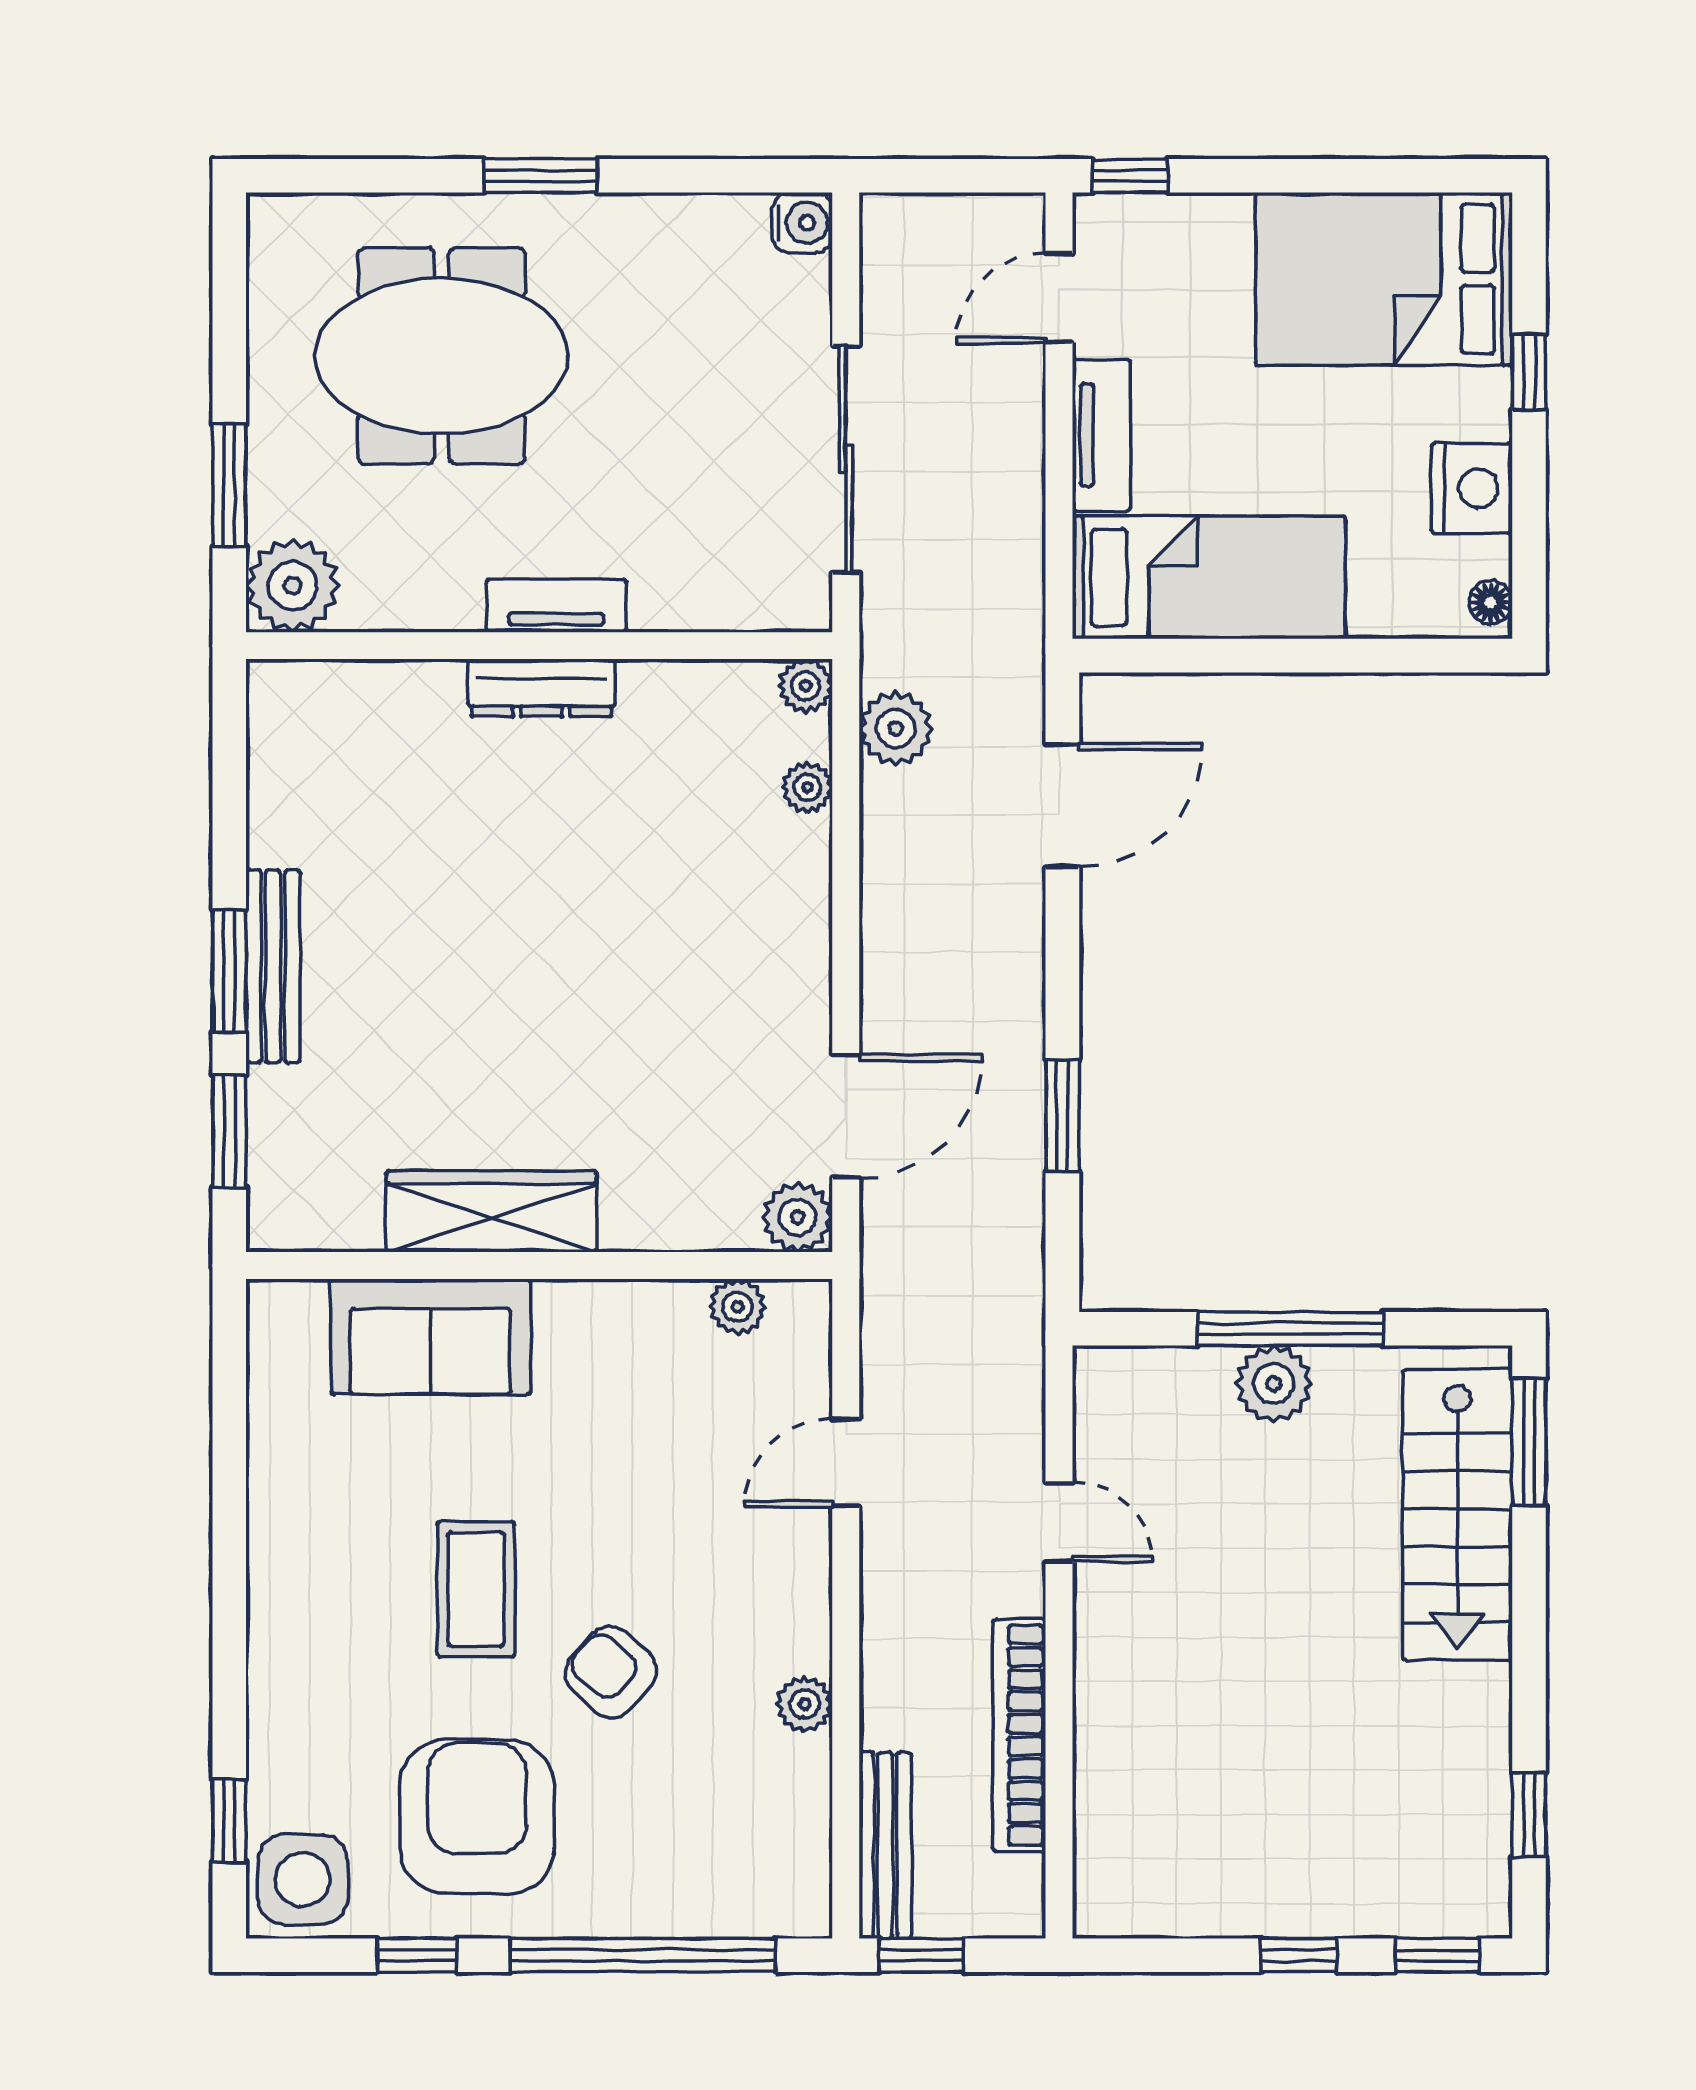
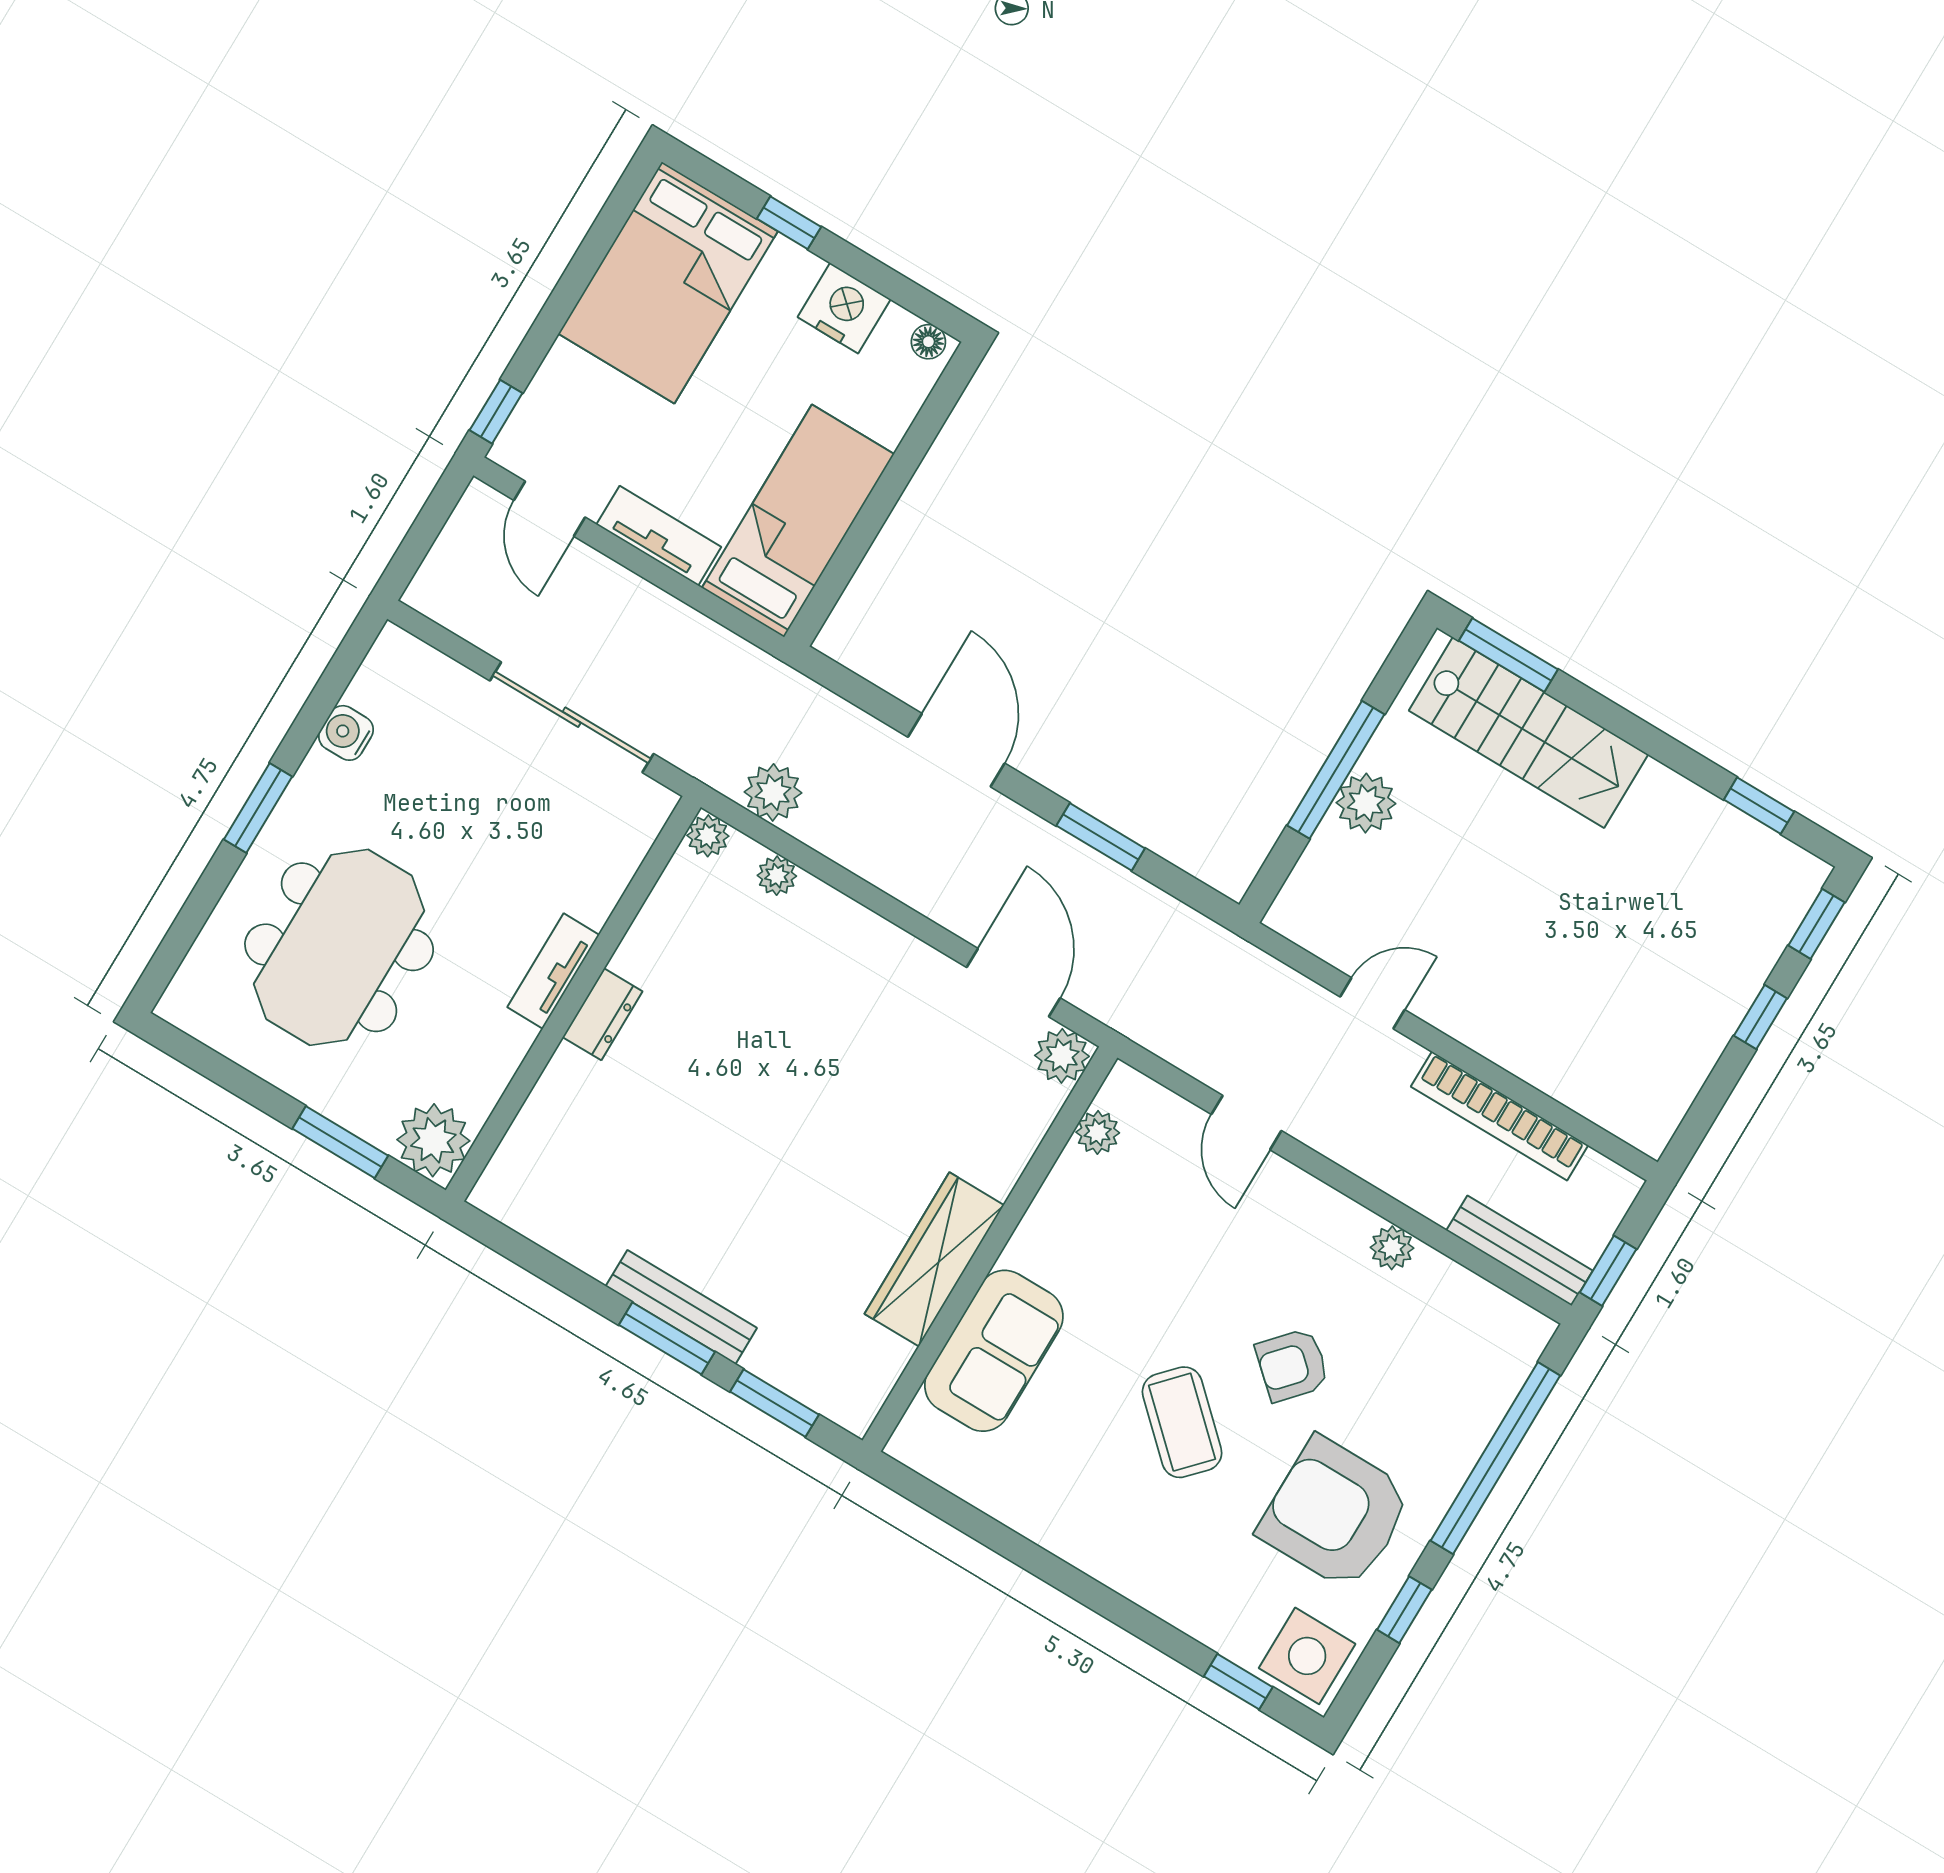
water cooler: (802, 223) -> (346, 733), moved, turned -90
dresser: (541, 688) -> (603, 1014), width x0.70
door: (1062, 805) -> (956, 750), moved
coffee table: (476, 1589) -> (1182, 1422), turned 43

